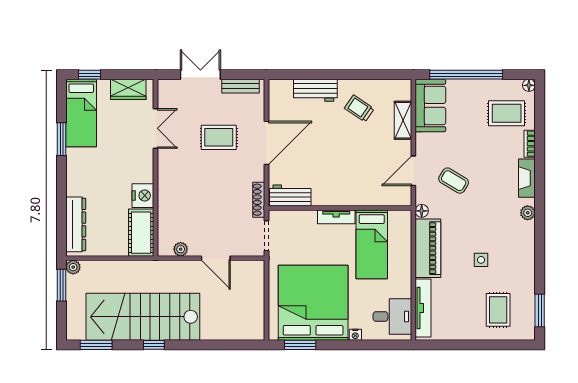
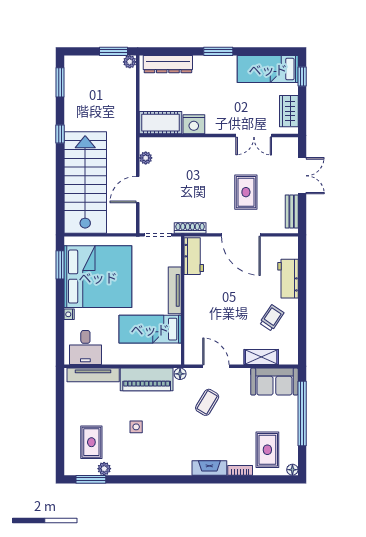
window: (62, 139) -> (218, 51), moved
plant: (528, 213) -> (104, 469), moved
tv unit: (336, 217) -> (175, 290), width x1.41
rug: (498, 310) -> (91, 442), turned 90
stairs: (143, 317) -> (85, 182), moved

